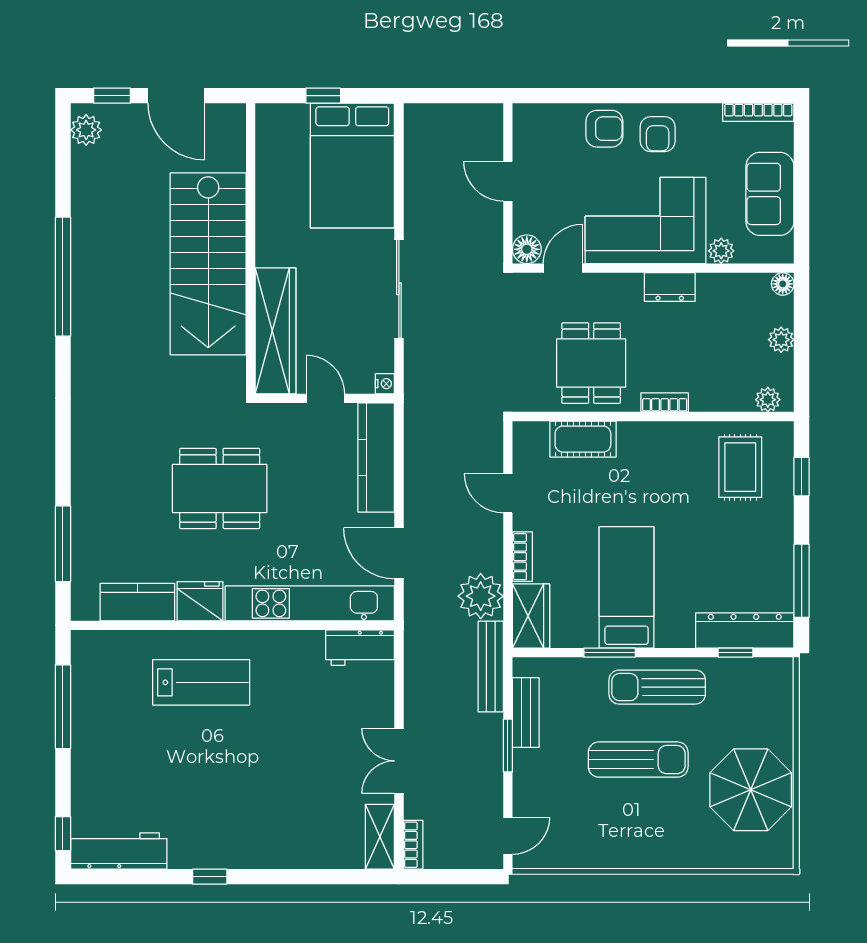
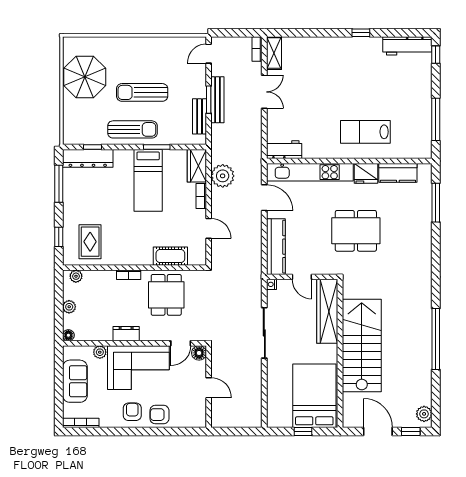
bed: (352, 166) -> (314, 396), moved
bench: (491, 667) -> (217, 100), moved

